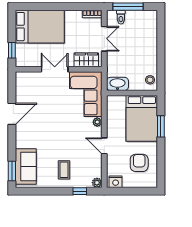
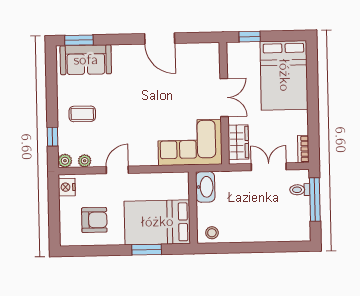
double door: (104, 39) -> (269, 167), swing flipped
plant: (97, 122) -> (85, 161), moved

